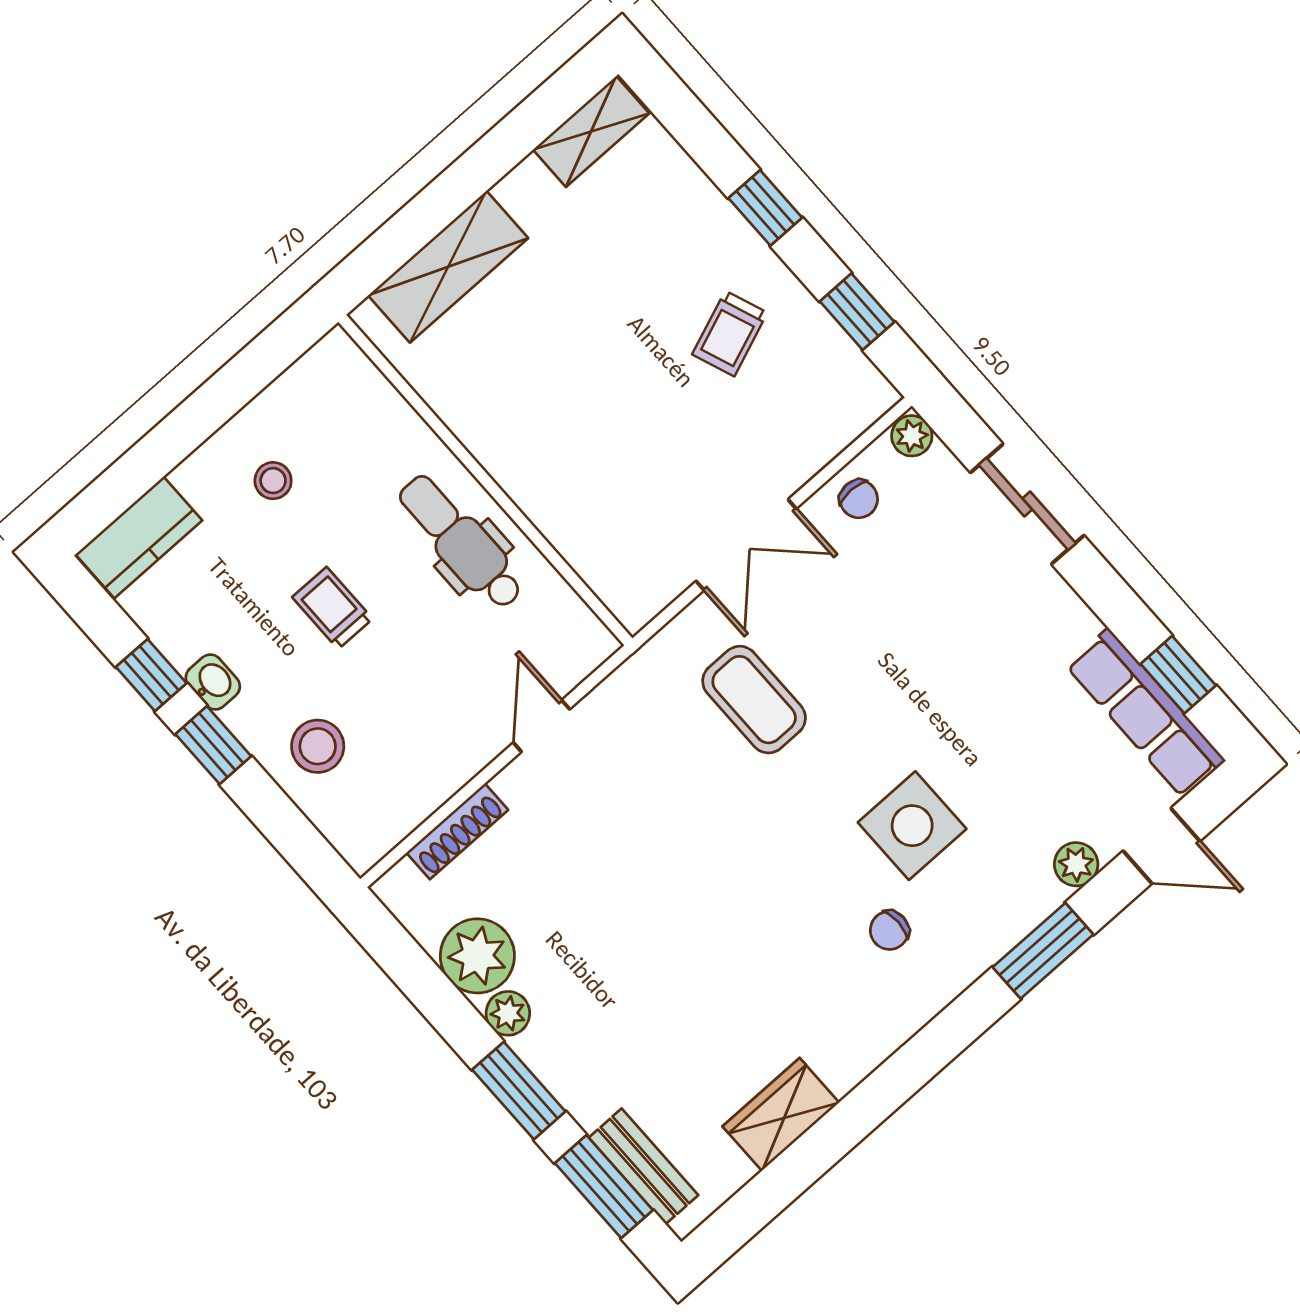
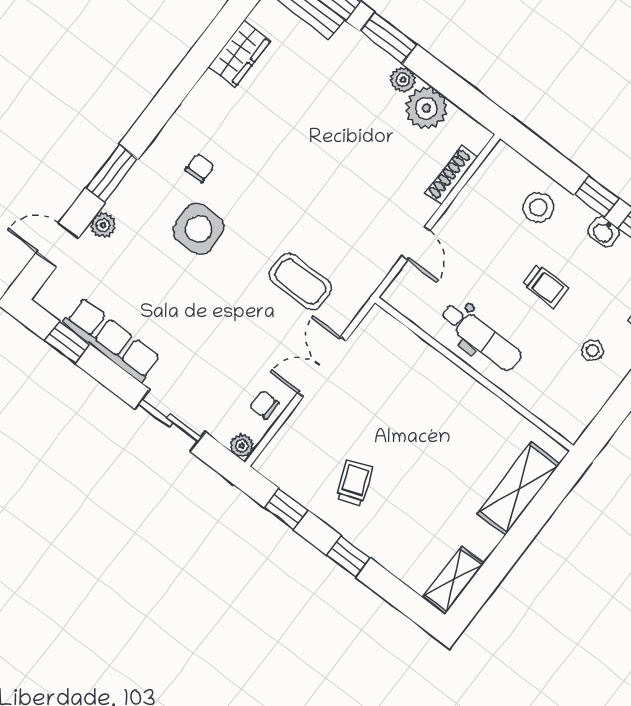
row of seats: (1145, 713) -> (111, 340), moved

